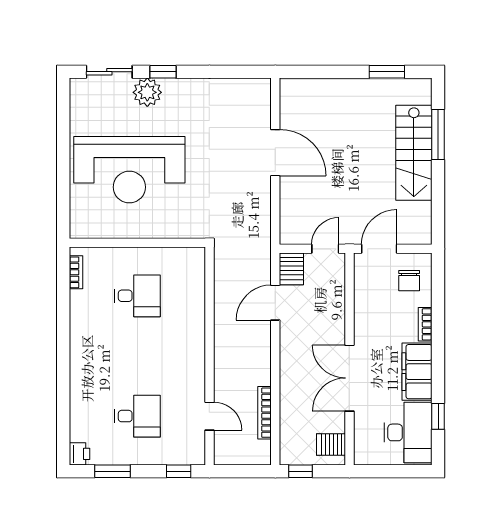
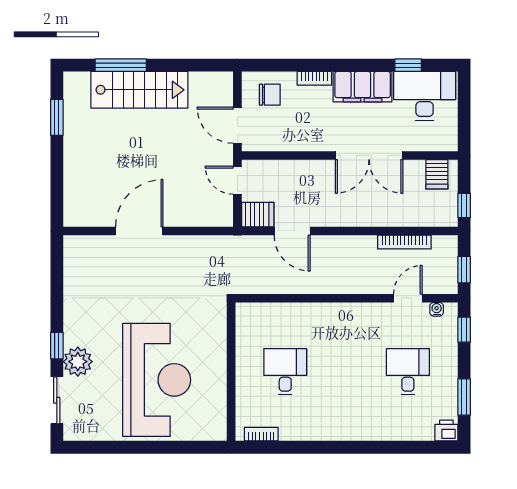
water cooler: (199, 444) -> (437, 309), added
window: (237, 471) -> (464, 270), added

